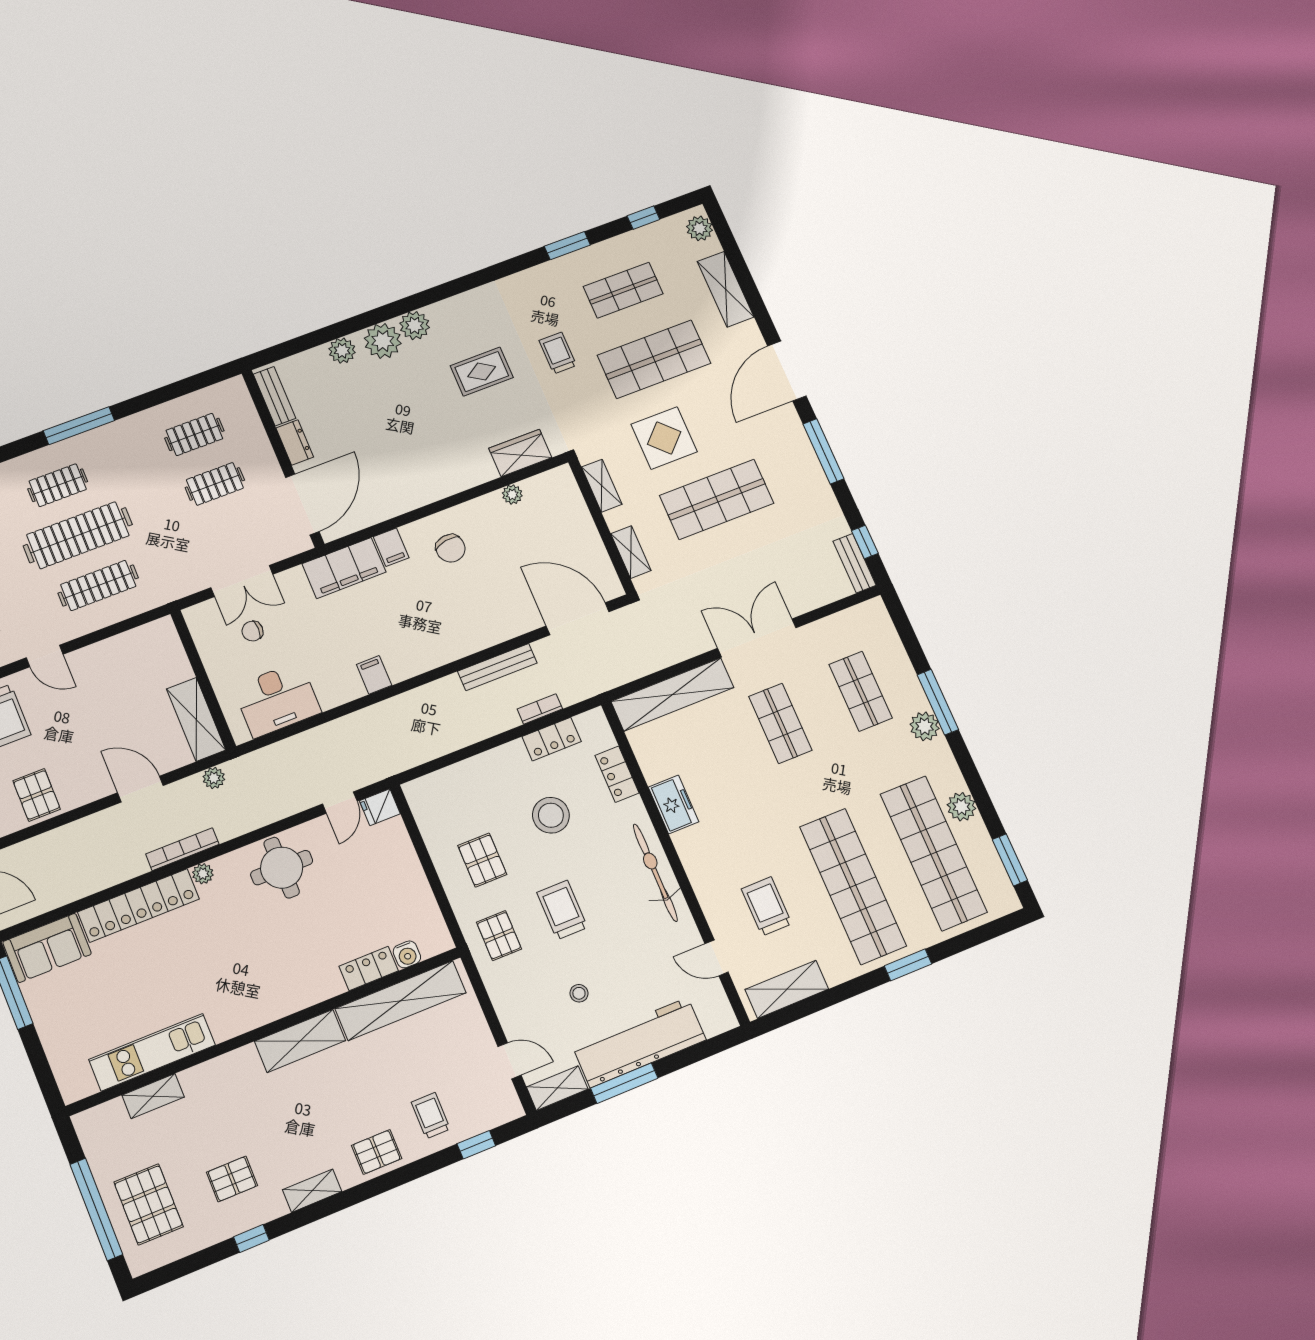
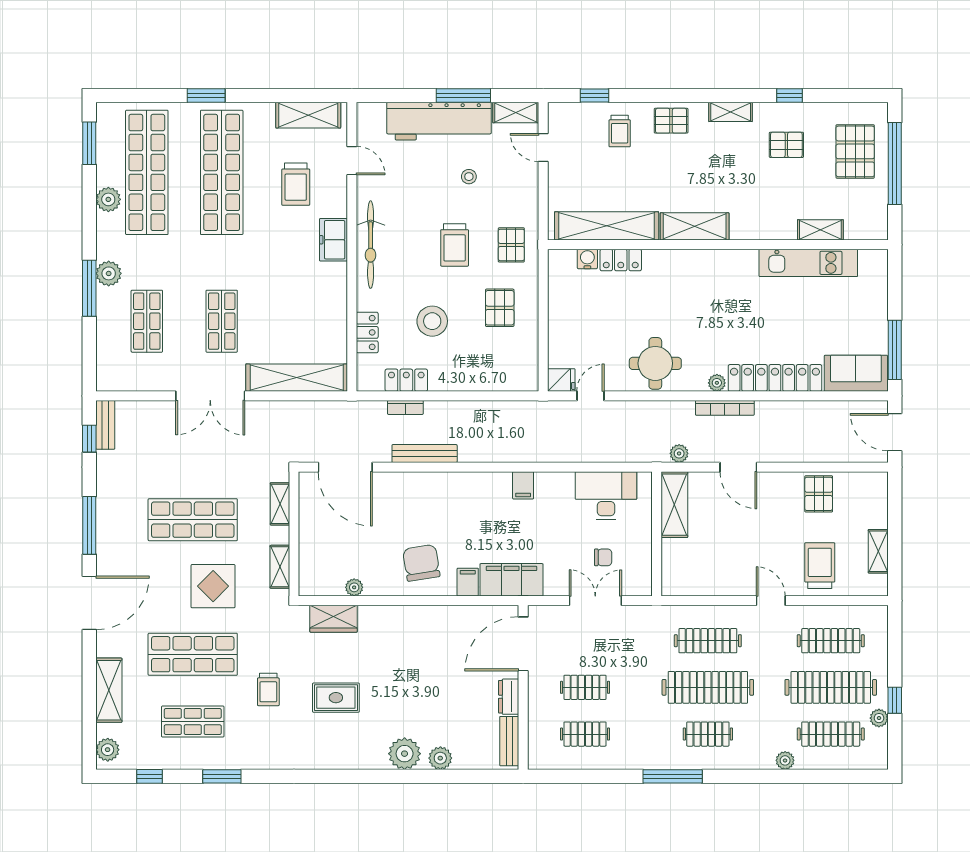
plant: (415, 325) -> (374, 757), removed
chair: (451, 548) -> (421, 563), width x1.37, depth x1.37
freezer: (673, 804) -> (333, 240), moved

